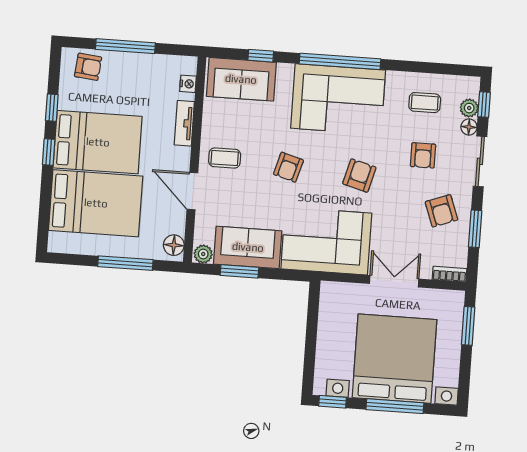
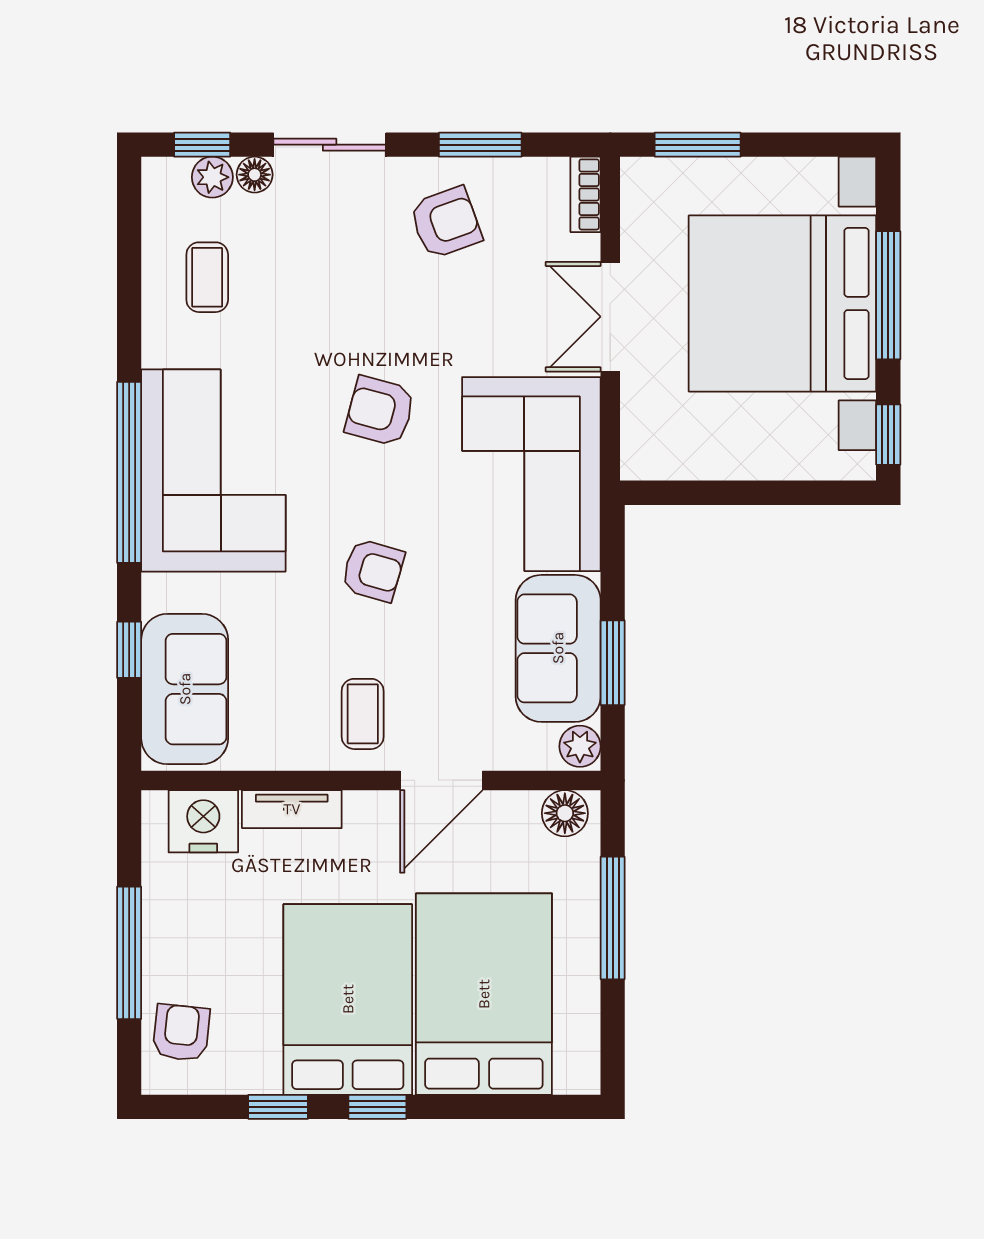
nightstand: (188, 84) -> (203, 821), width x1.89, depth x1.79
armchair: (423, 155) -> (325, 272), removed

